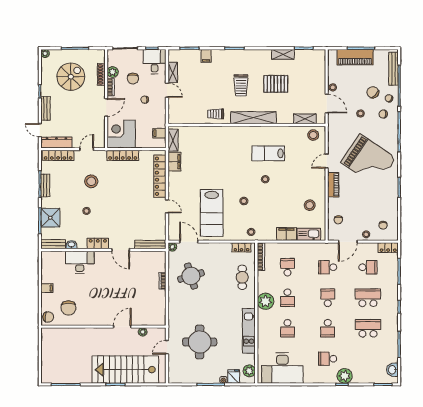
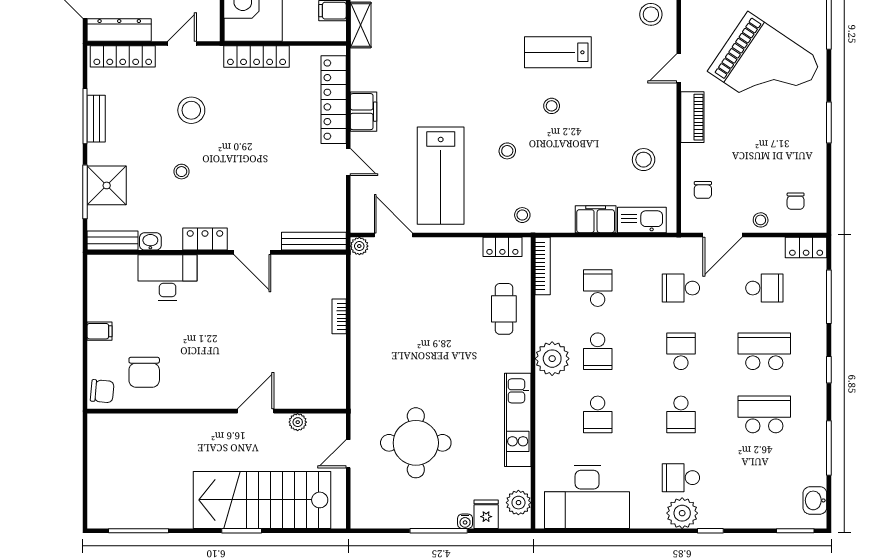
filing cabinet: (174, 162) -> (364, 112), moved
round table: (191, 276) -> (398, 306), removed
plant: (345, 376) -> (682, 513), moved

